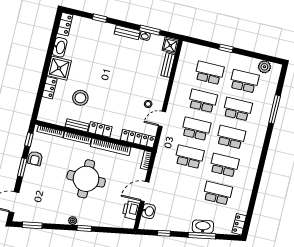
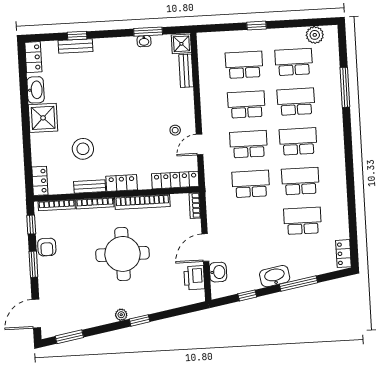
bench: (127, 32) -> (75, 46), moved
locker: (49, 88) -> (40, 181), moved
washbasin: (203, 227) -> (275, 276), moved

